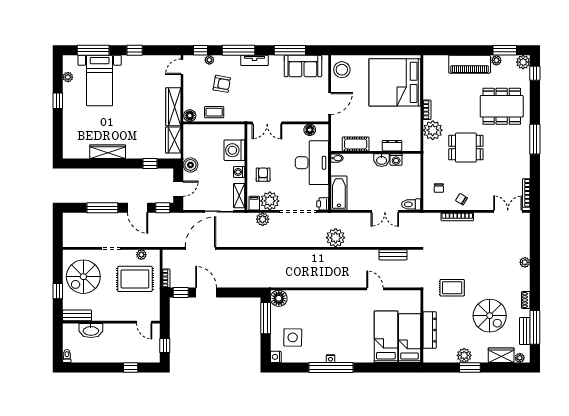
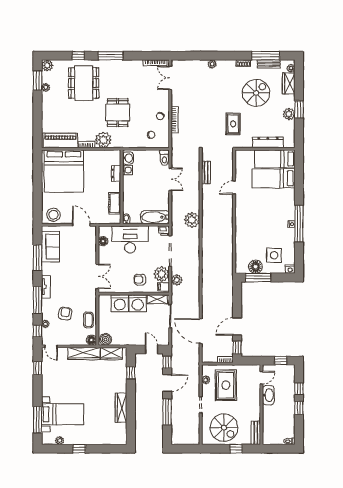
window: (135, 50) -> (38, 368), moved
piano: (470, 64) -> (60, 140), moved, turned -90
window: (535, 73) -> (78, 56), moved
washbasin: (382, 160) -> (128, 158), moved
boiler: (190, 165) -> (105, 339), moved
washing machine: (239, 172) -> (138, 303), width x1.89, depth x1.89
floor lamp: (279, 298) -> (255, 267), moved
washbasin: (91, 330) -> (268, 395), moved
window: (107, 368) -> (299, 408), added

